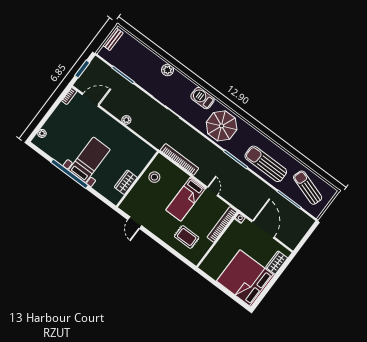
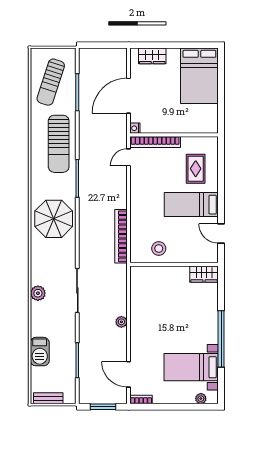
plant: (168, 70) -> (38, 293), moved
barbecue: (202, 98) -> (40, 352), moved
bed with nightstands: (89, 160) -> (191, 367), moved
wardrobe: (126, 182) -> (204, 274), moved
door: (212, 191) -> (129, 157), moved
bed: (186, 199) -> (191, 205), moved, turned 180
door: (135, 223) -> (221, 234), swing flipped
bed: (246, 278) -> (199, 76), width x0.73

